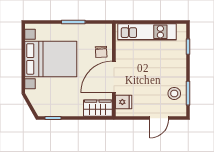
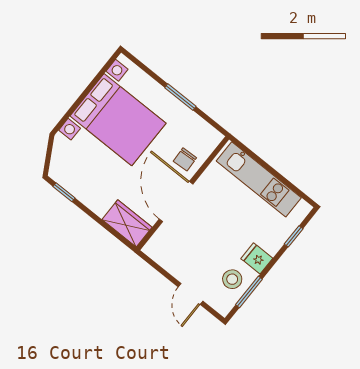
door: (114, 77) -> (176, 202), hinge flipped
fridge: (124, 102) -> (257, 258), moved, turned 180
door: (159, 118) -> (191, 294), hinge flipped

